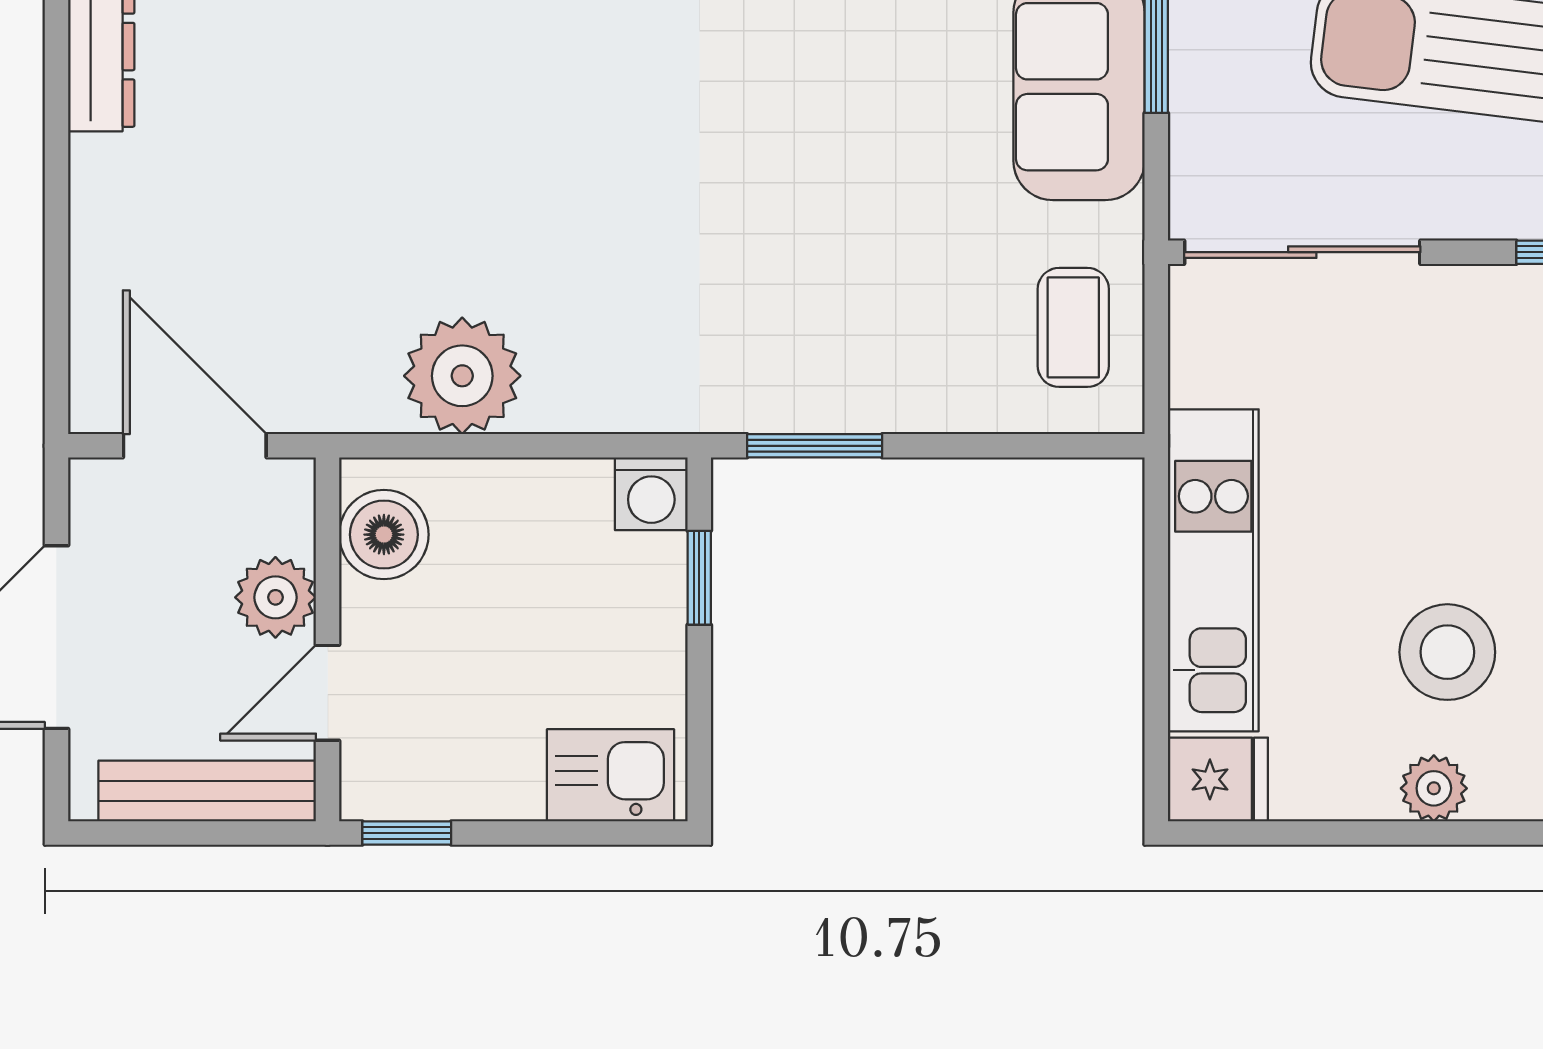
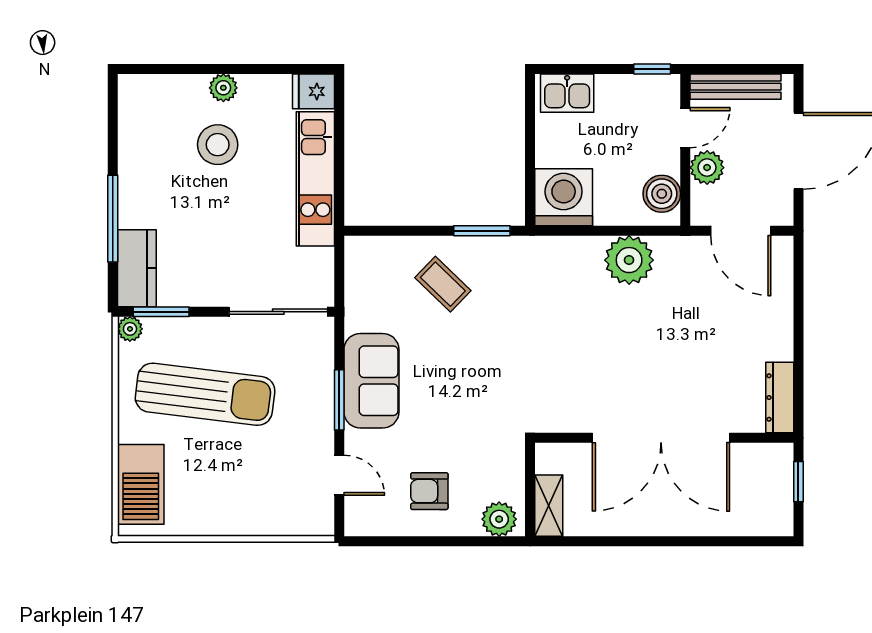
coffee table: (1073, 327) -> (443, 284), moved, turned -46
washing machine: (651, 494) -> (564, 197), width x1.89, depth x1.89
window: (699, 578) -> (530, 176), removed

